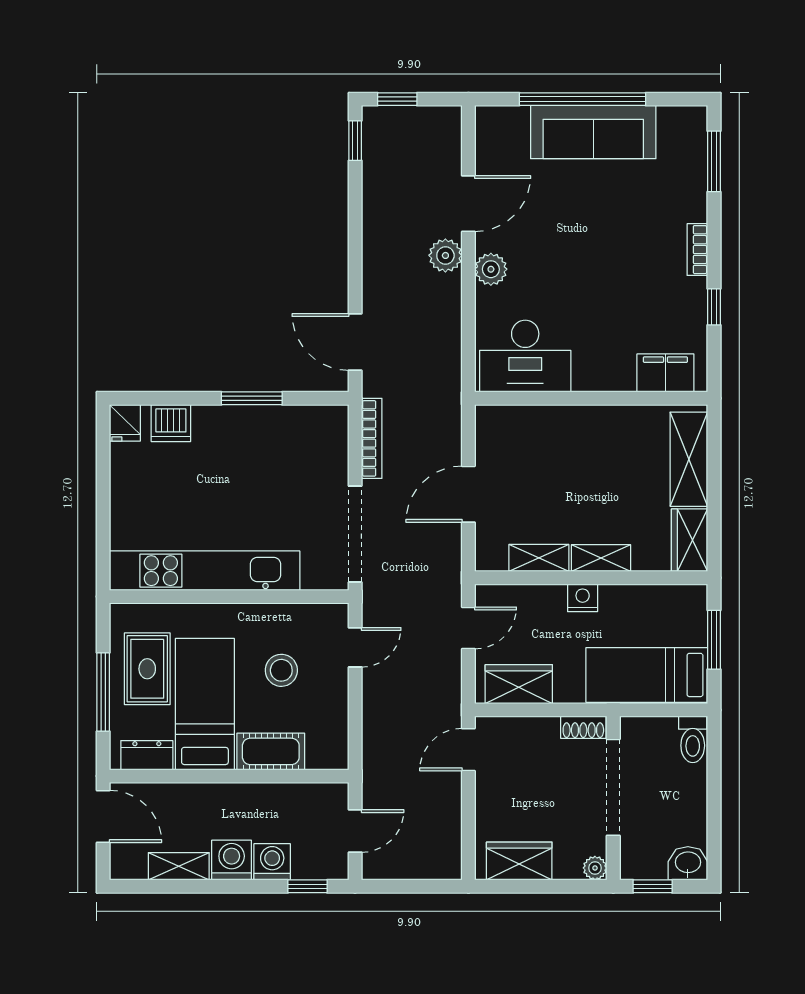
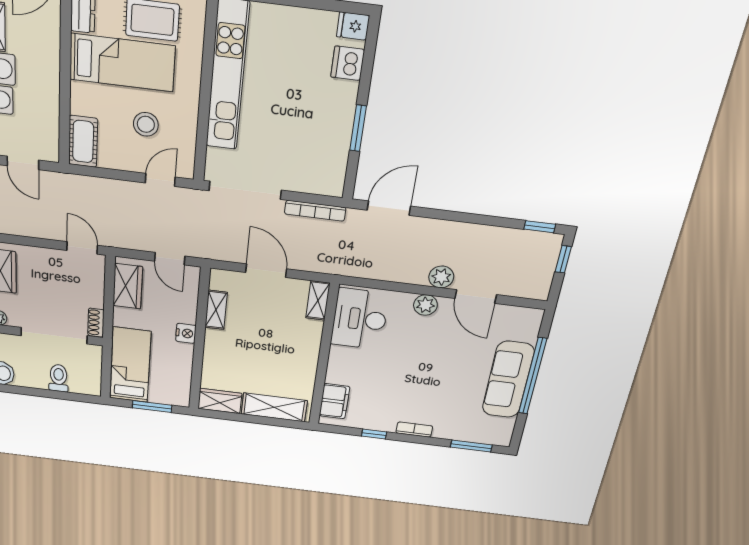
shelving: (601, 558) -> (318, 300), moved
door: (355, 647) -> (160, 180), swing flipped
toilet: (693, 739) -> (59, 378), moved, turned 90
cot: (271, 751) -> (83, 141), moved

